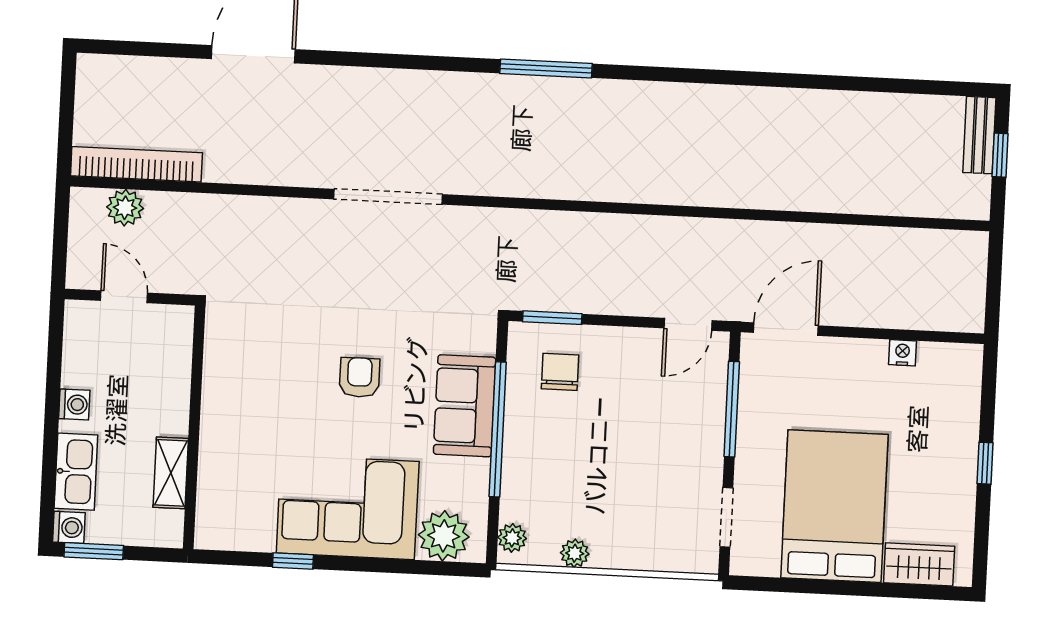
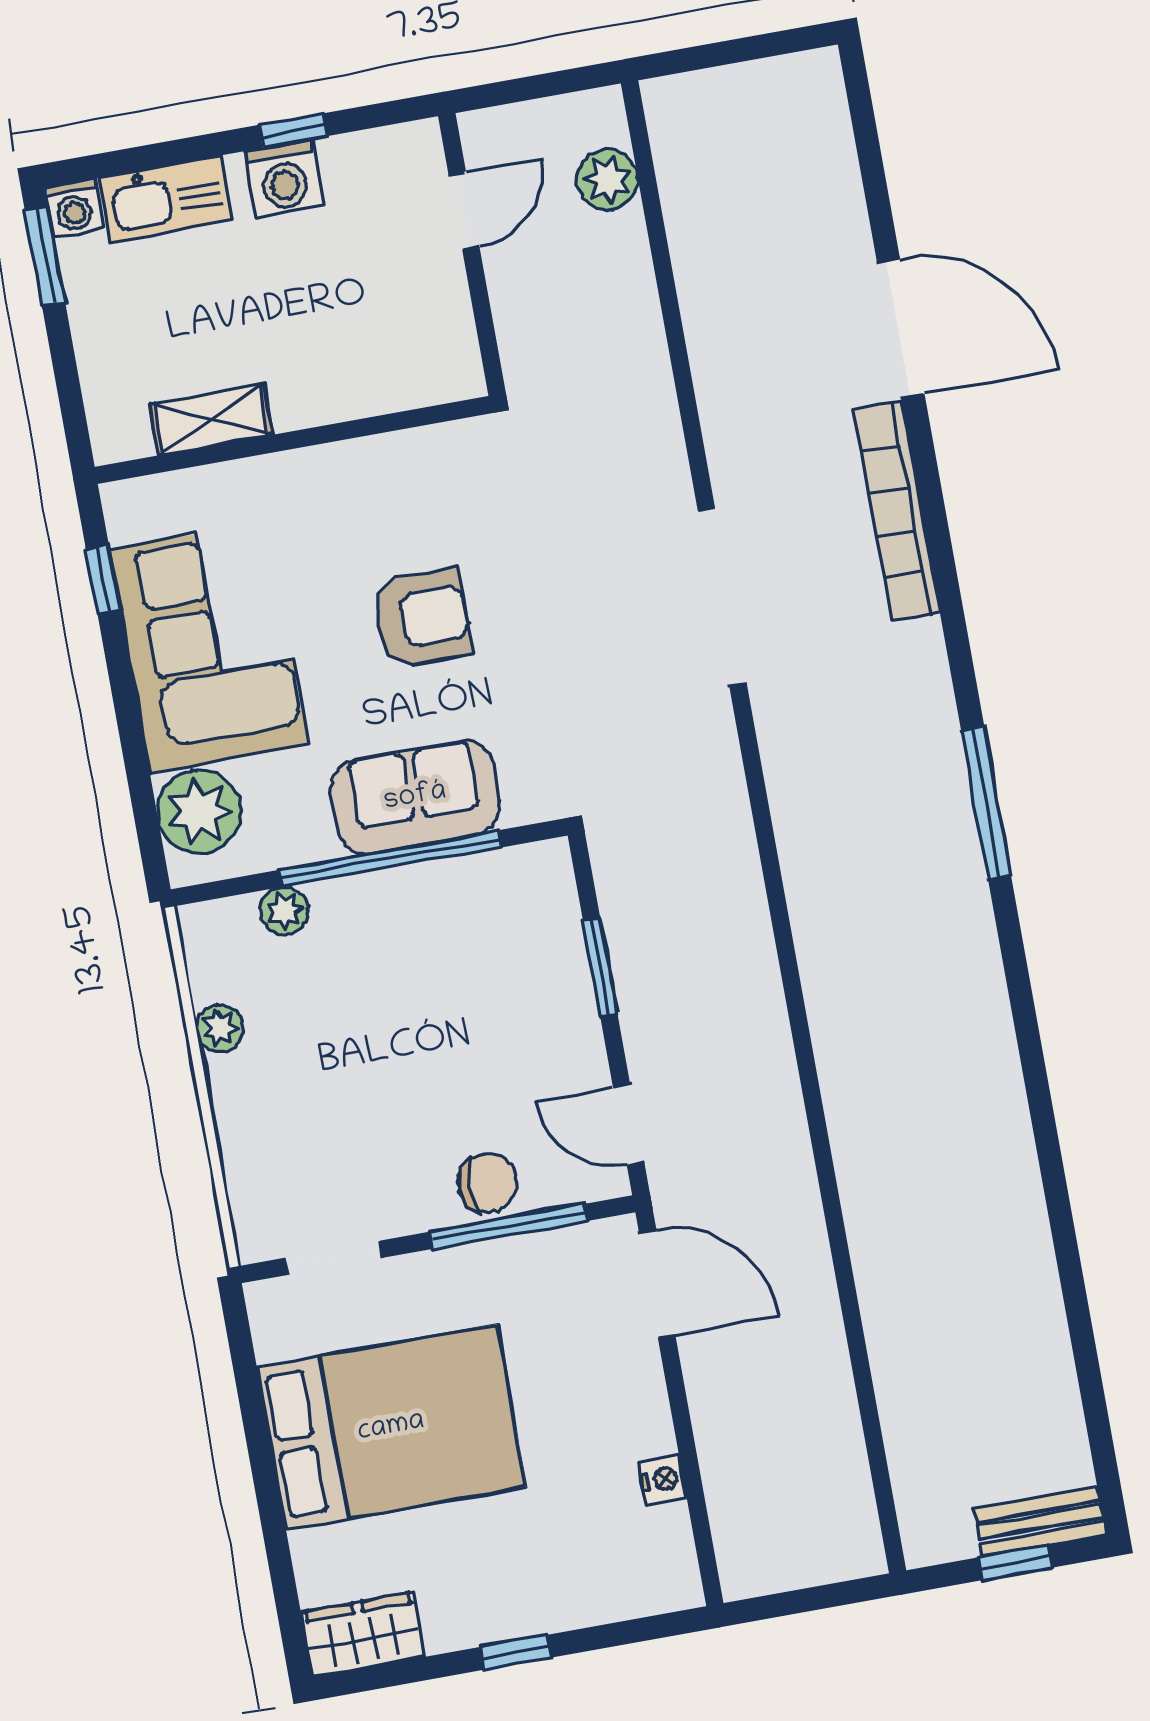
bookcase: (136, 164) -> (897, 511), moved, turned 180
window: (552, 318) -> (600, 967), moved
chair: (560, 372) -> (488, 1183), moved
armchair: (360, 377) -> (422, 618), width x1.38, depth x1.38
window: (53, 387) -> (293, 131), added
washing machine: (74, 404) -> (284, 178), width x1.38, depth x1.38
wall: (194, 427) -> (293, 440), moved
shelving: (171, 473) -> (211, 419), moved
plant: (512, 538) -> (284, 911), moved
wardrobe: (919, 564) -> (363, 1635), moved, turned -90

